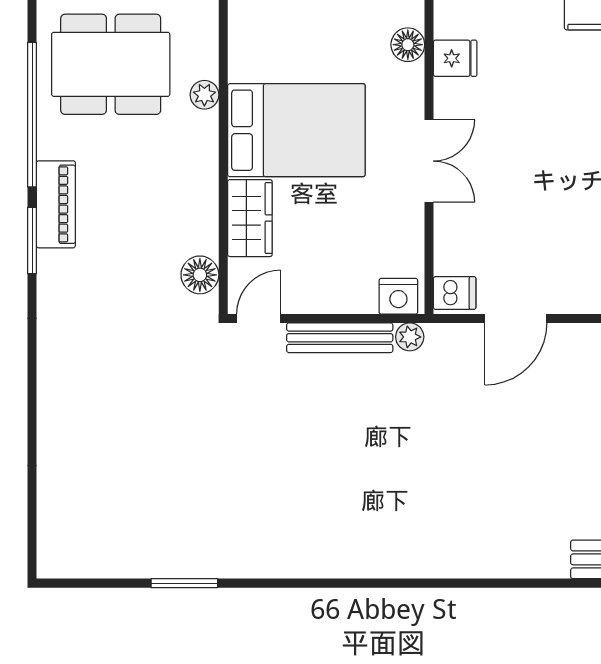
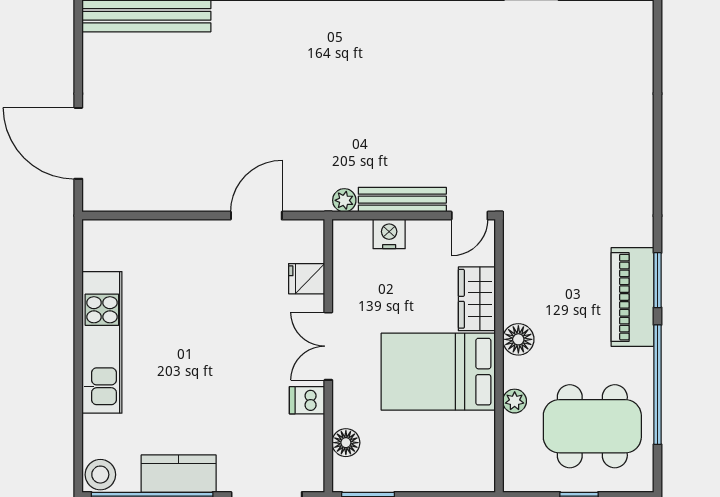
fridge: (455, 58) -> (307, 279), moved
piano: (56, 204) -> (632, 297), width x1.37, depth x1.33
floor lamp: (200, 275) -> (518, 339), moved
dishwasher: (455, 293) -> (307, 400), moved
nightstand: (398, 296) -> (389, 234), moved

